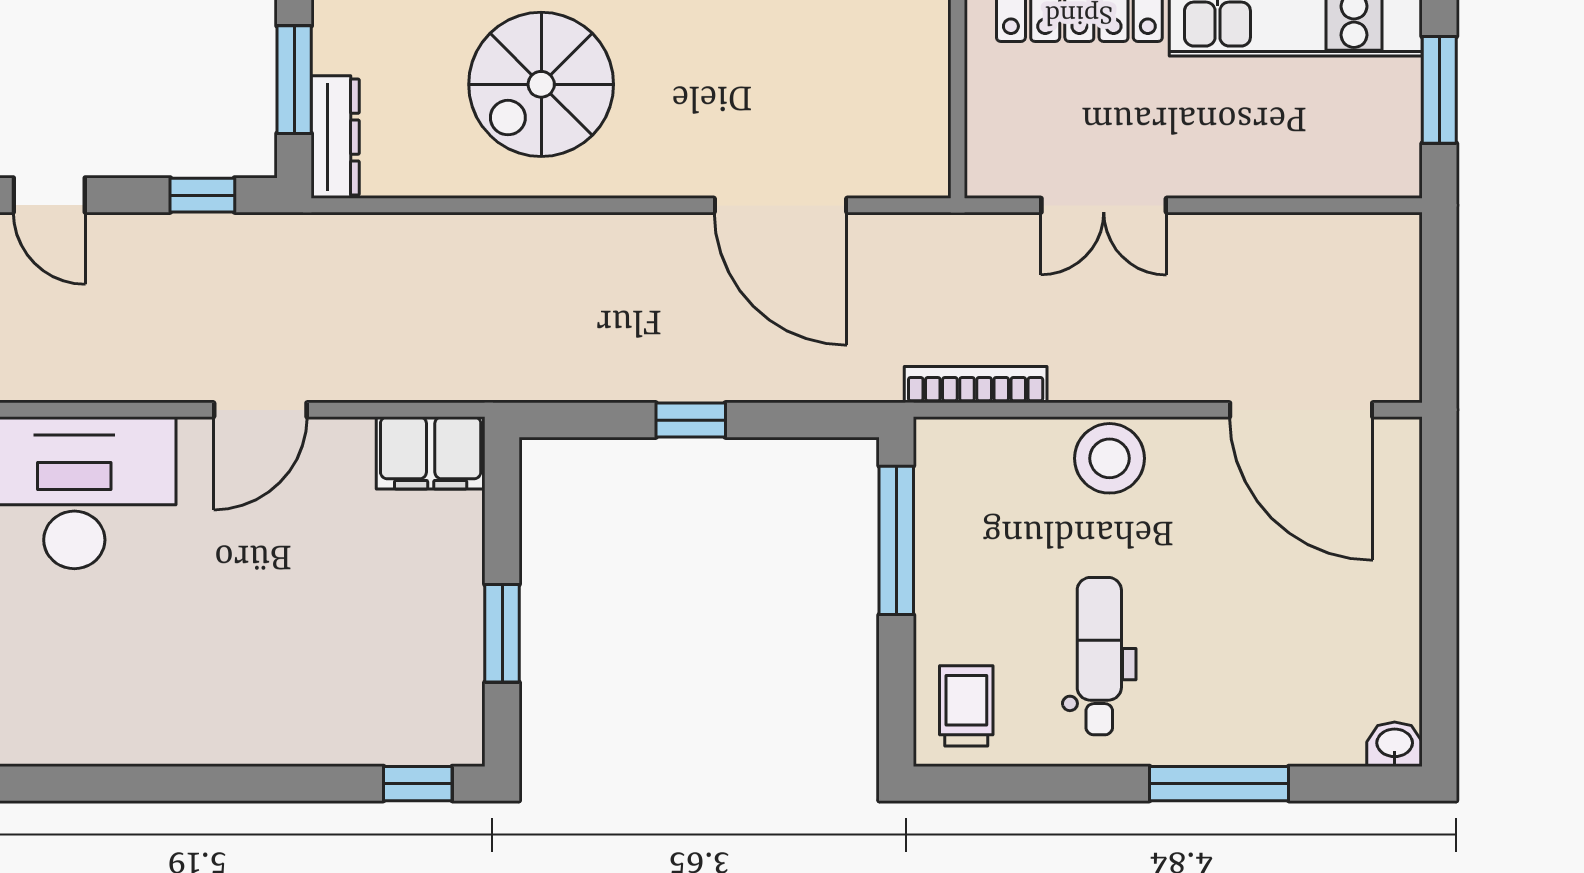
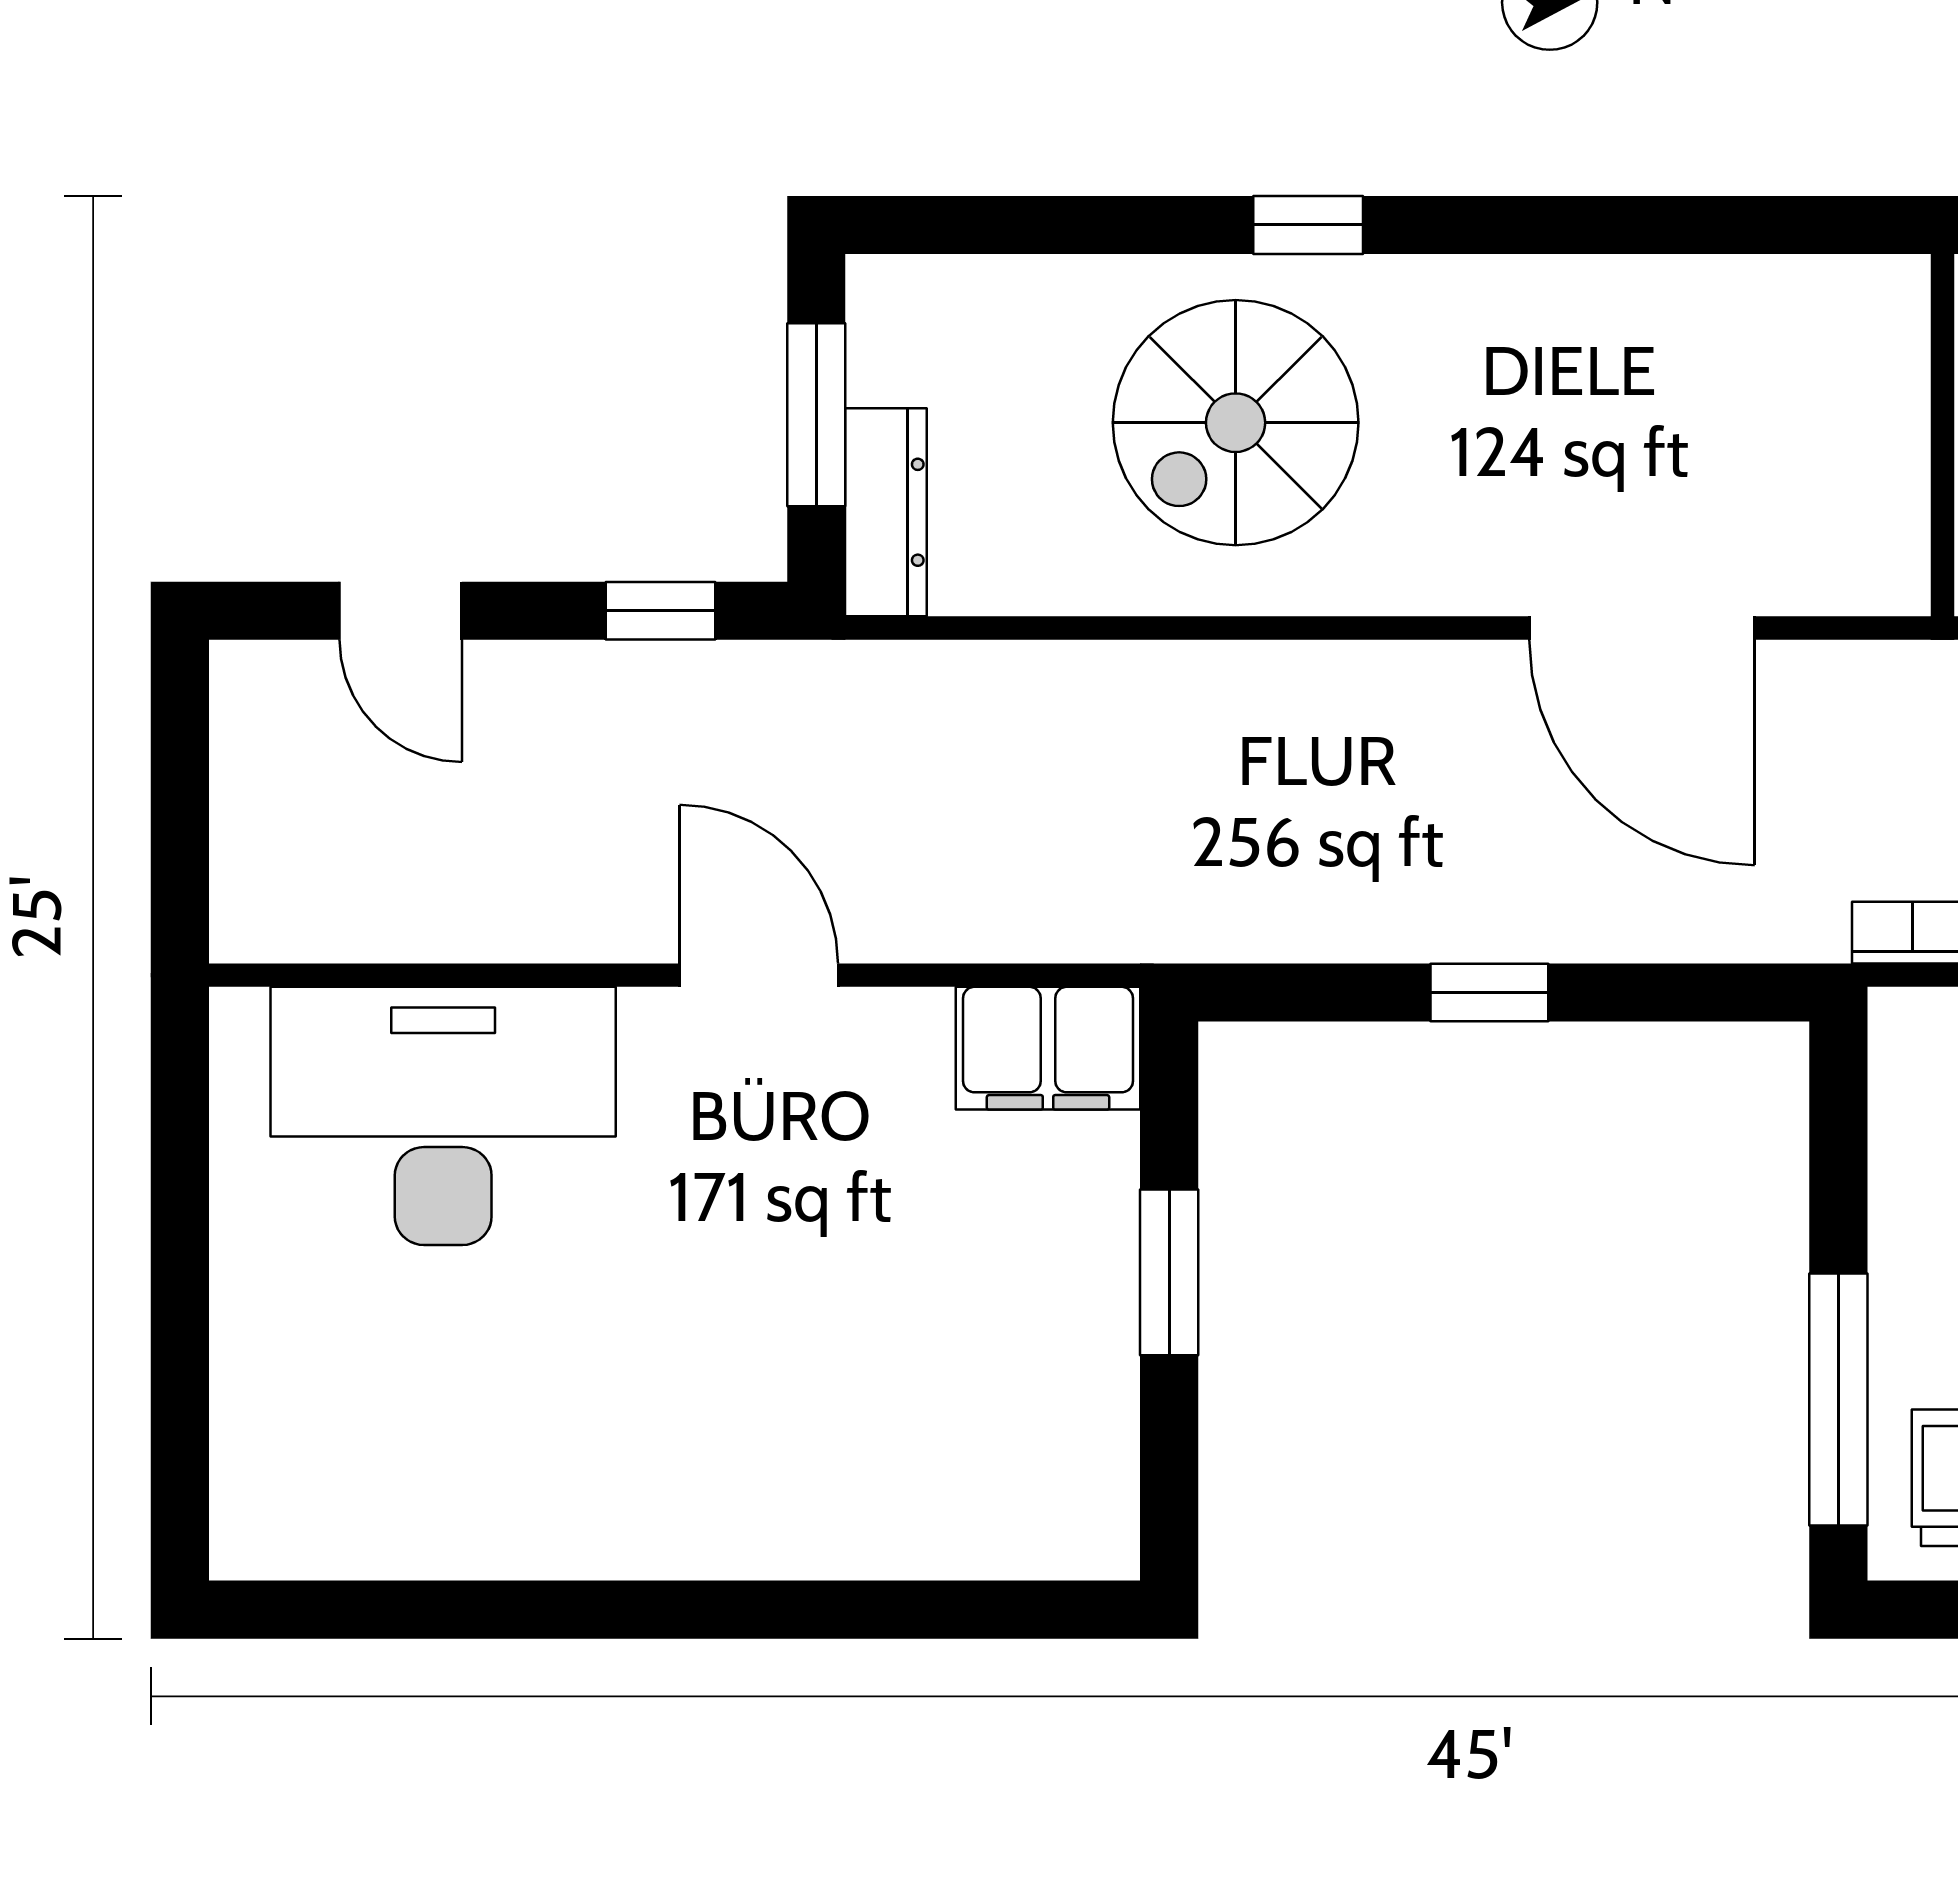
door: (260, 410) -> (759, 975), swing flipped
window: (896, 540) -> (1838, 1400), moved
window: (502, 633) -> (1169, 1272), moved
window: (418, 784) -> (1026, 1610), removed

